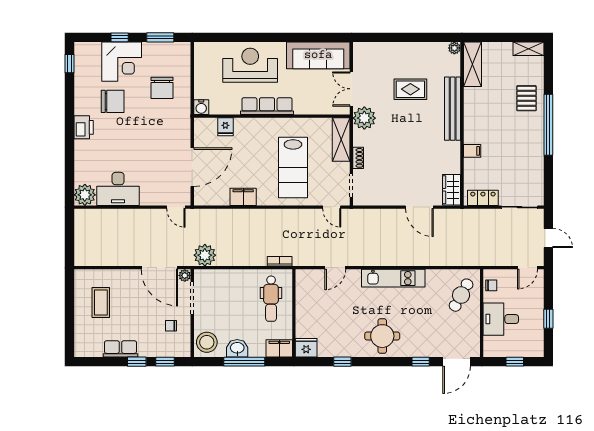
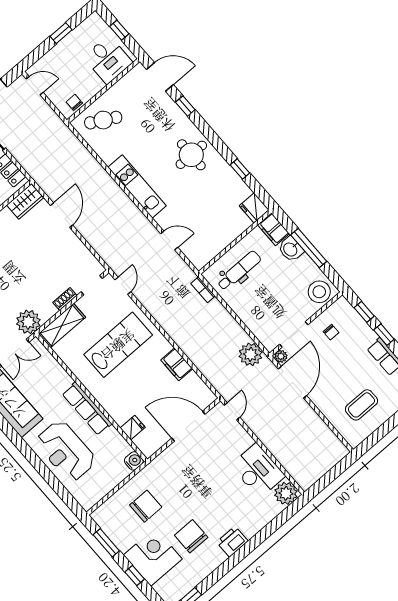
desk: (501, 319) -> (108, 60), moved
washbasin: (237, 348) -> (291, 249), moved

